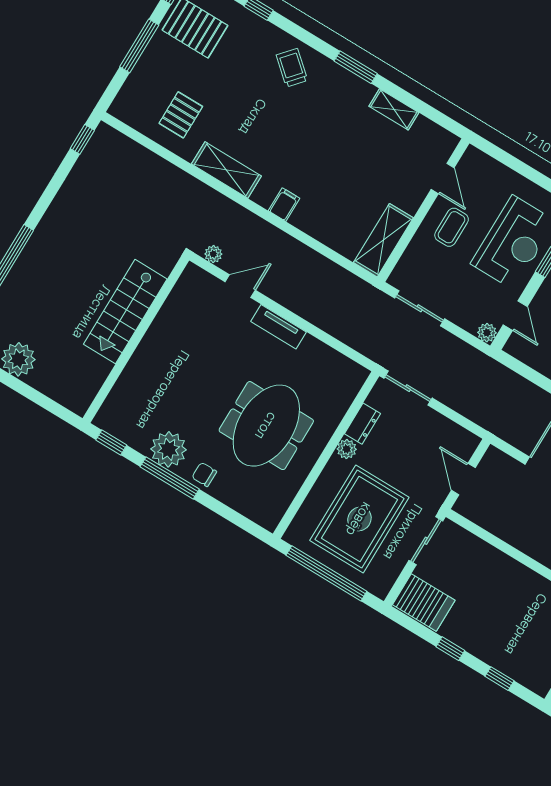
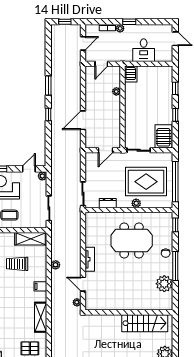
trolley: (352, 187) -> (17, 264), added
plant: (307, 257) -> (56, 265), added
stairs: (125, 312) -> (145, 323), moved
window: (111, 442) -> (175, 225), moved
plant: (169, 449) -> (164, 284), moved
plant: (347, 449) -> (136, 203), moved

